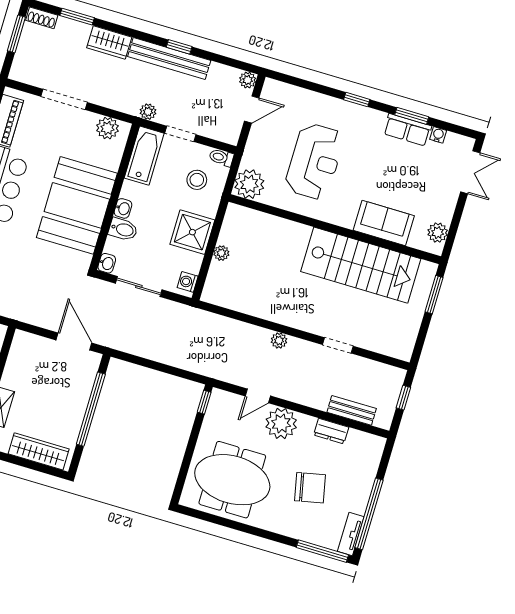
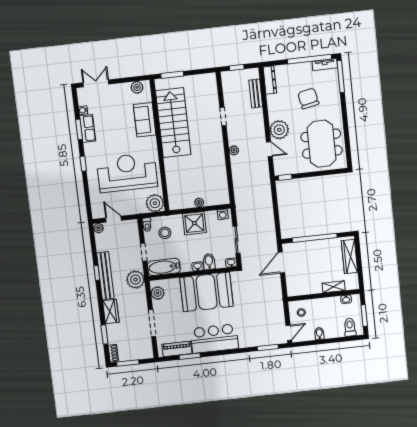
plant: (148, 112) -> (135, 280), width x1.88, depth x1.88
reception desk: (315, 161) -> (127, 173), width x1.36, depth x1.30
dresser: (331, 431) -> (270, 80), moved, width x1.44

